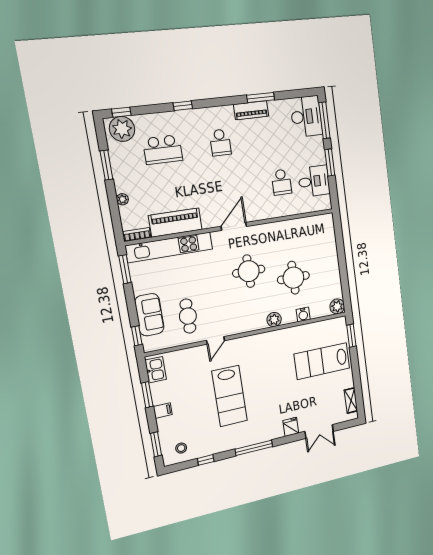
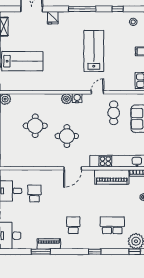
water cooler: (303, 314) -> (77, 98), moved
plant: (274, 320) -> (66, 99), moved

